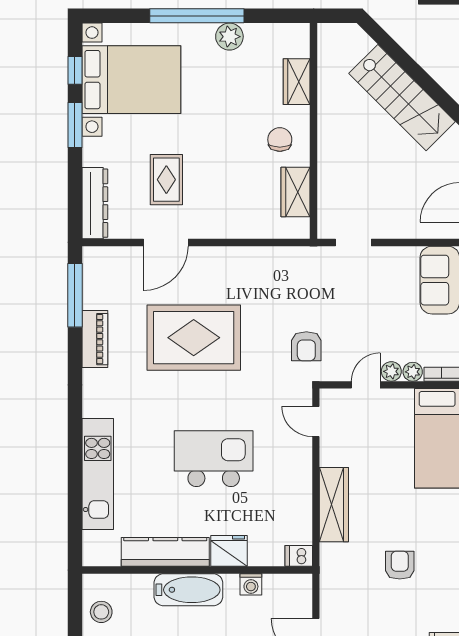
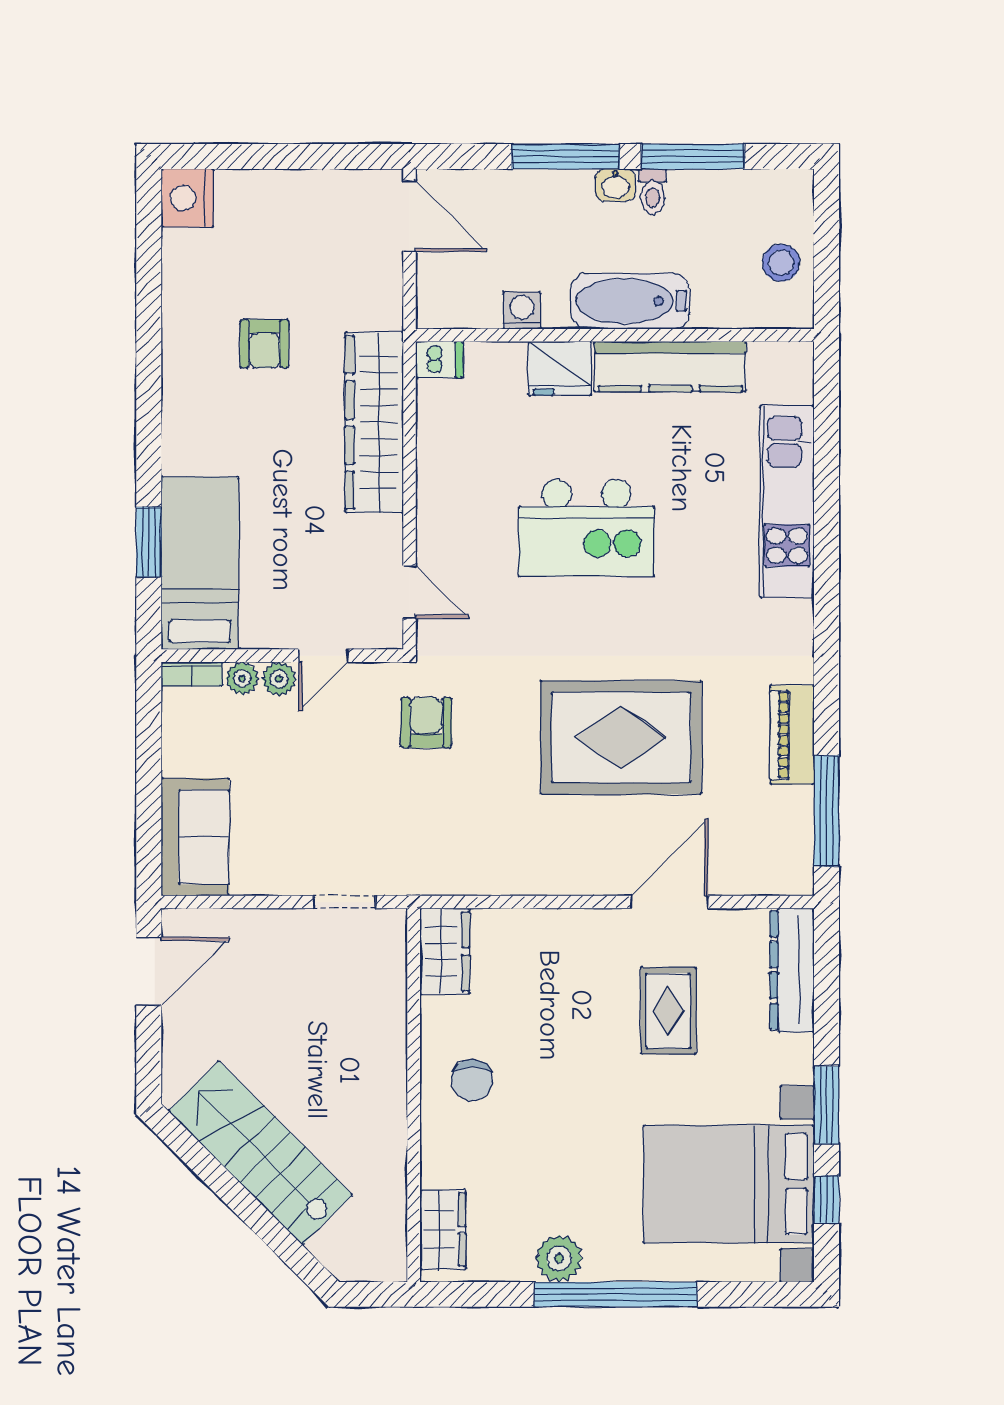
wardrobe: (297, 82) -> (443, 1230), moved
wardrobe: (296, 192) -> (445, 951), moved
wardrobe: (334, 505) -> (374, 422), width x1.40, depth x1.17

